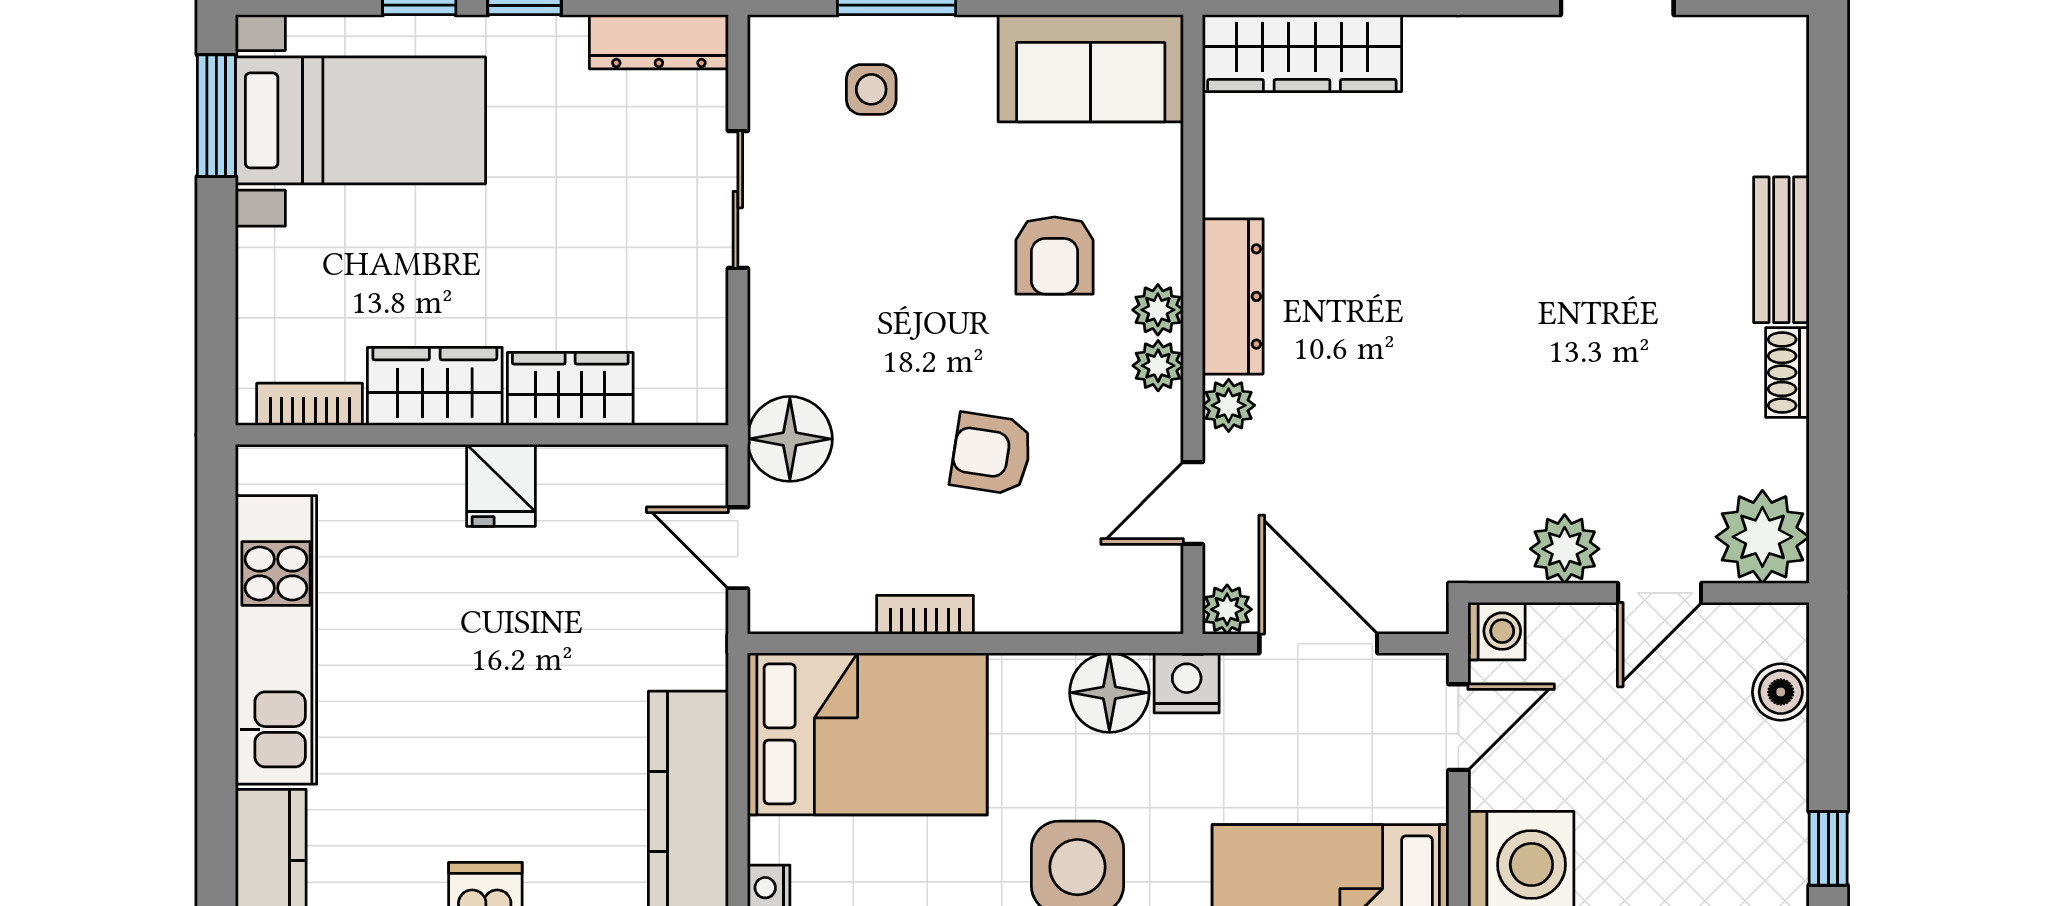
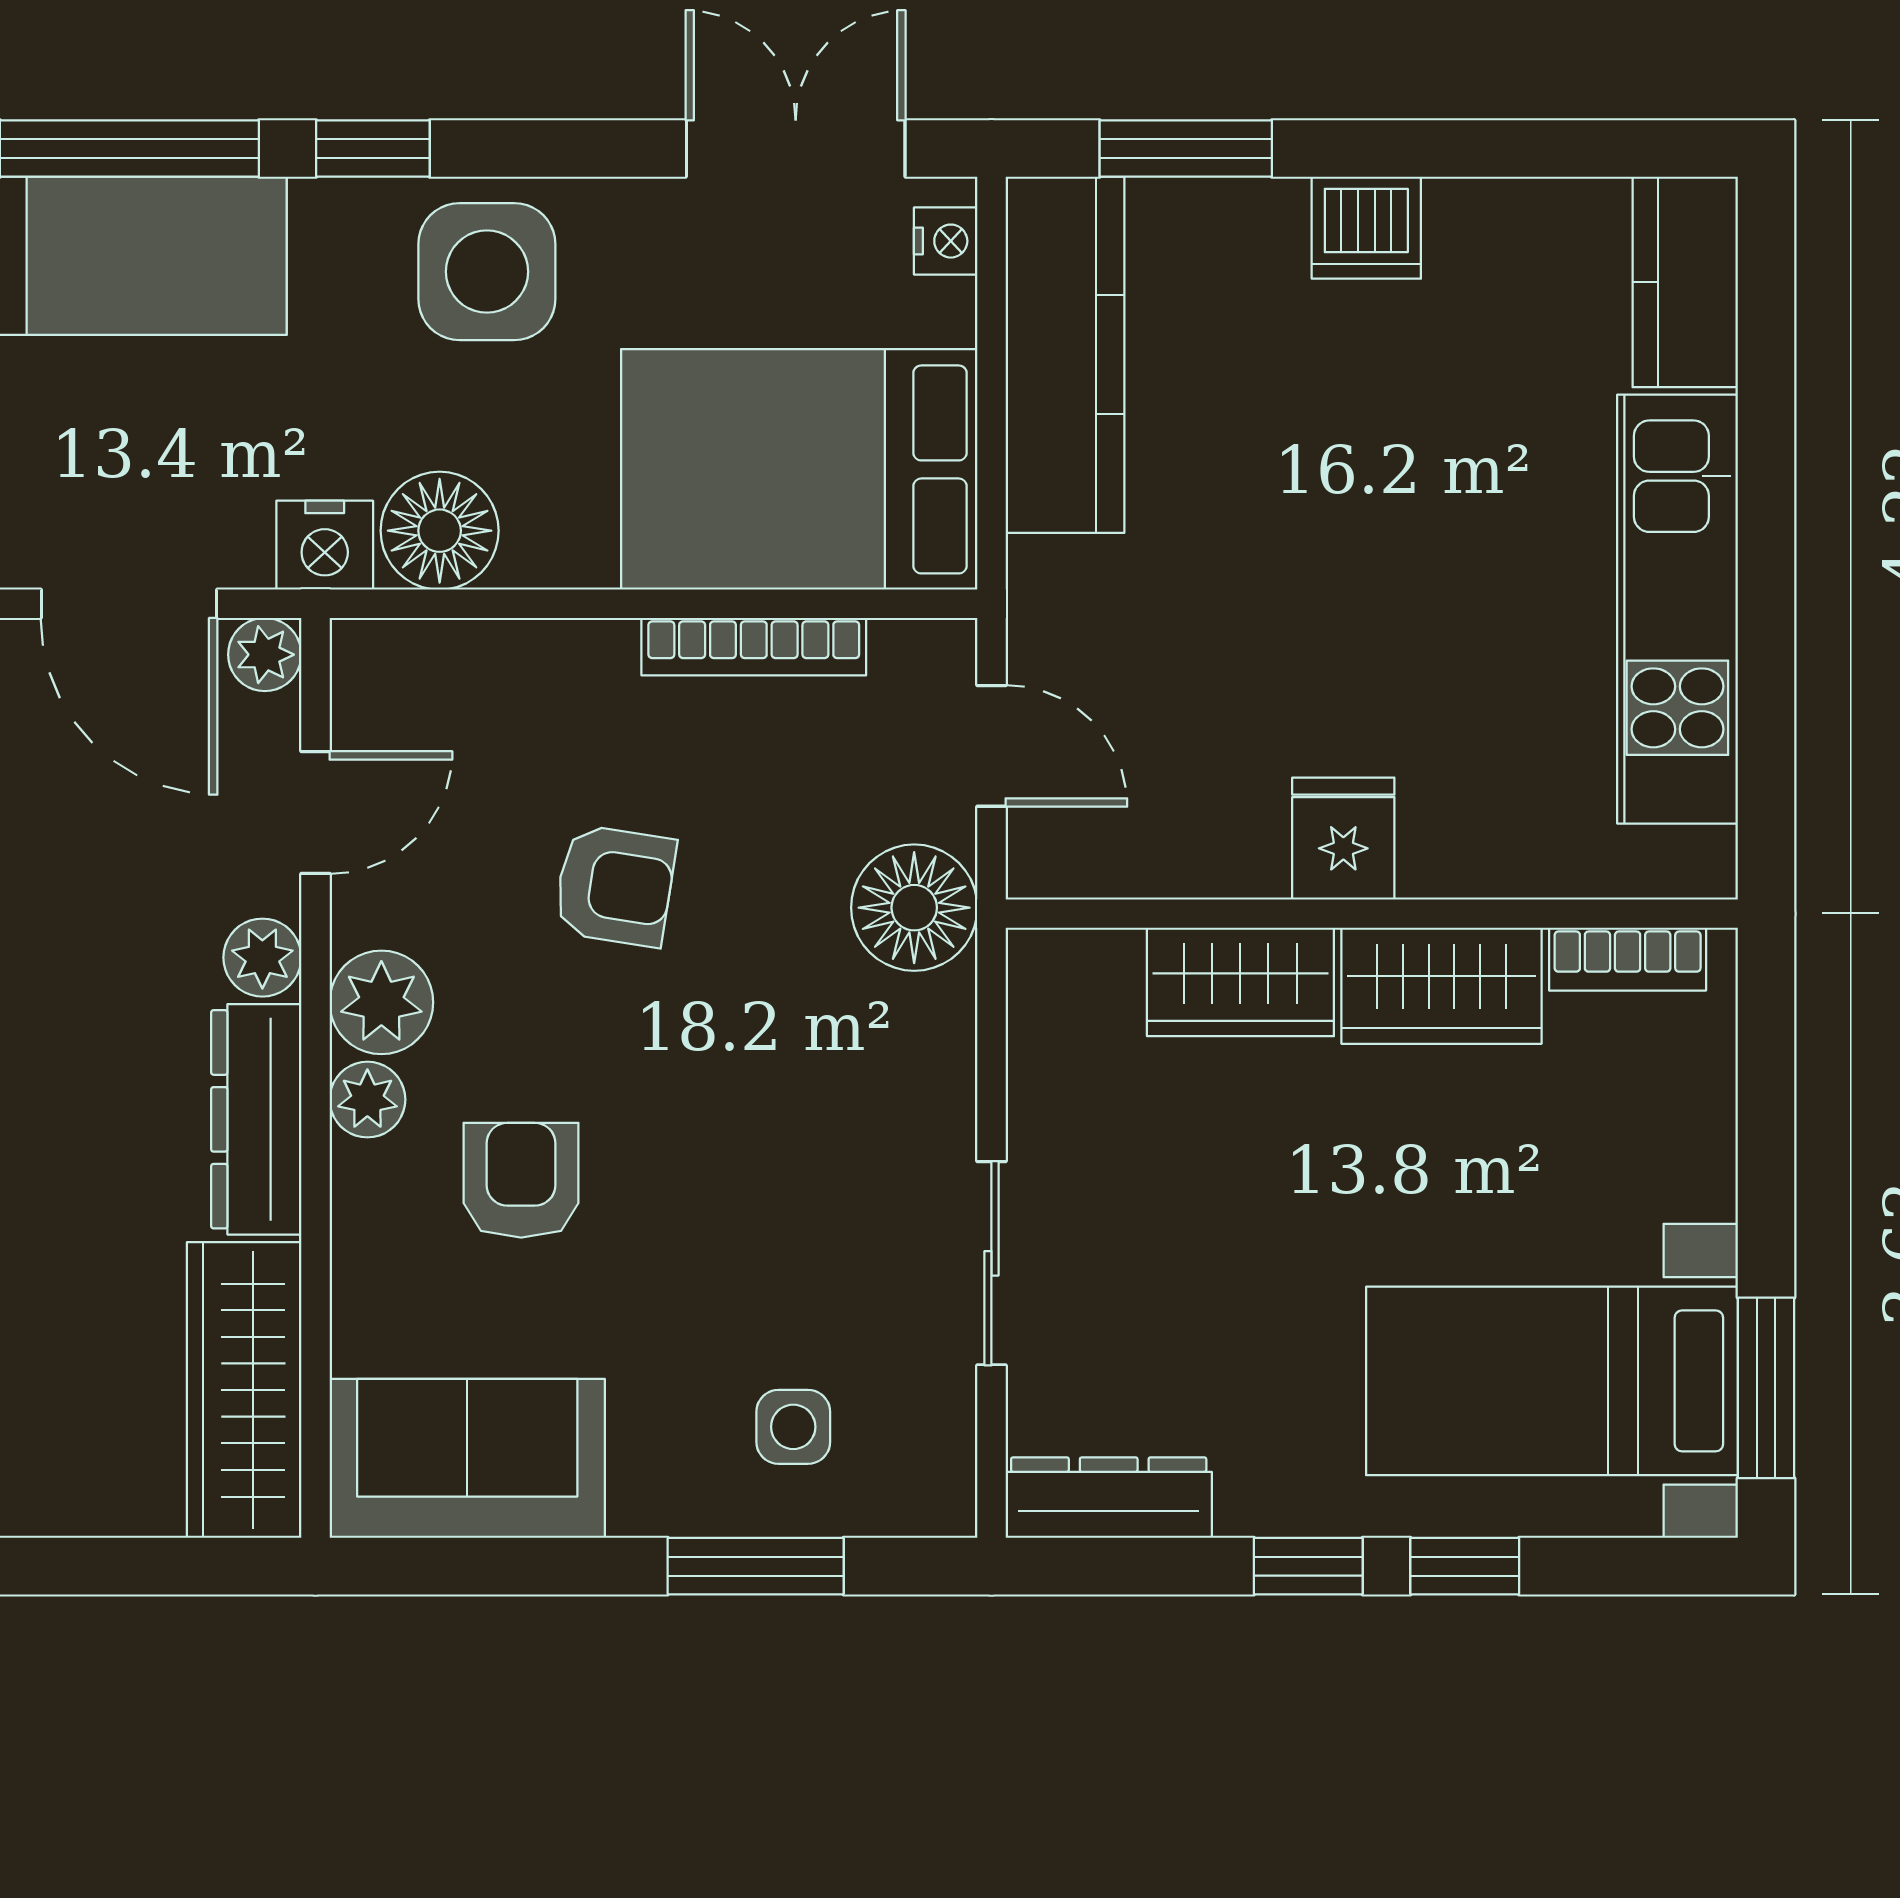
wardrobe: (1302, 53) -> (244, 1390), moved, turned -90
plant: (1158, 366) -> (381, 1002), width x1.38, depth x1.38
bookcase: (925, 615) -> (754, 647), width x1.56

